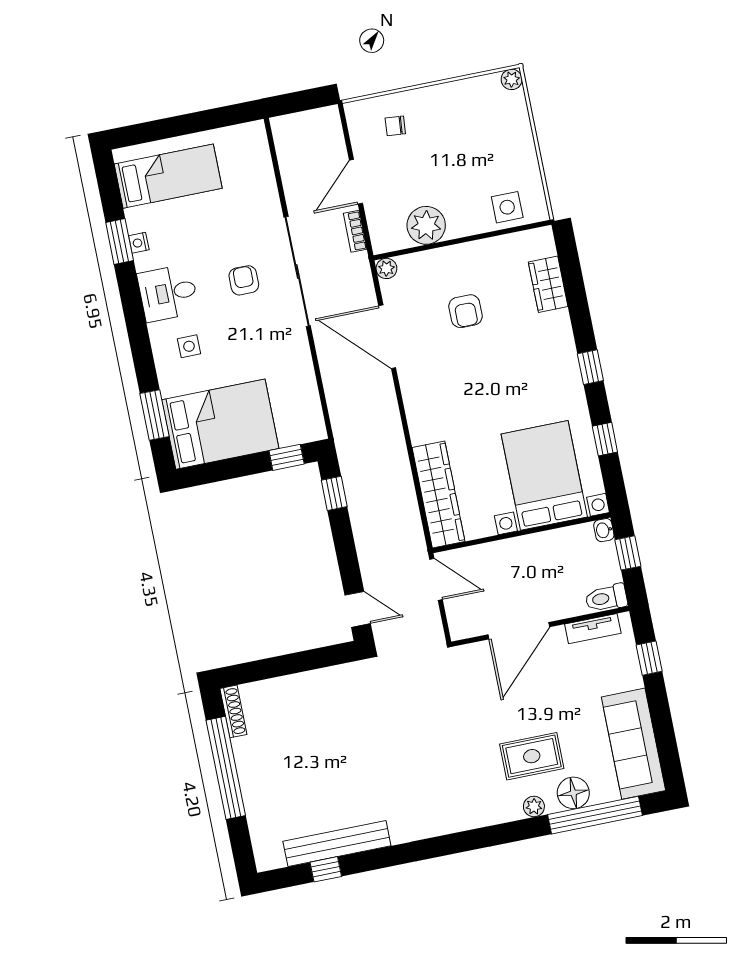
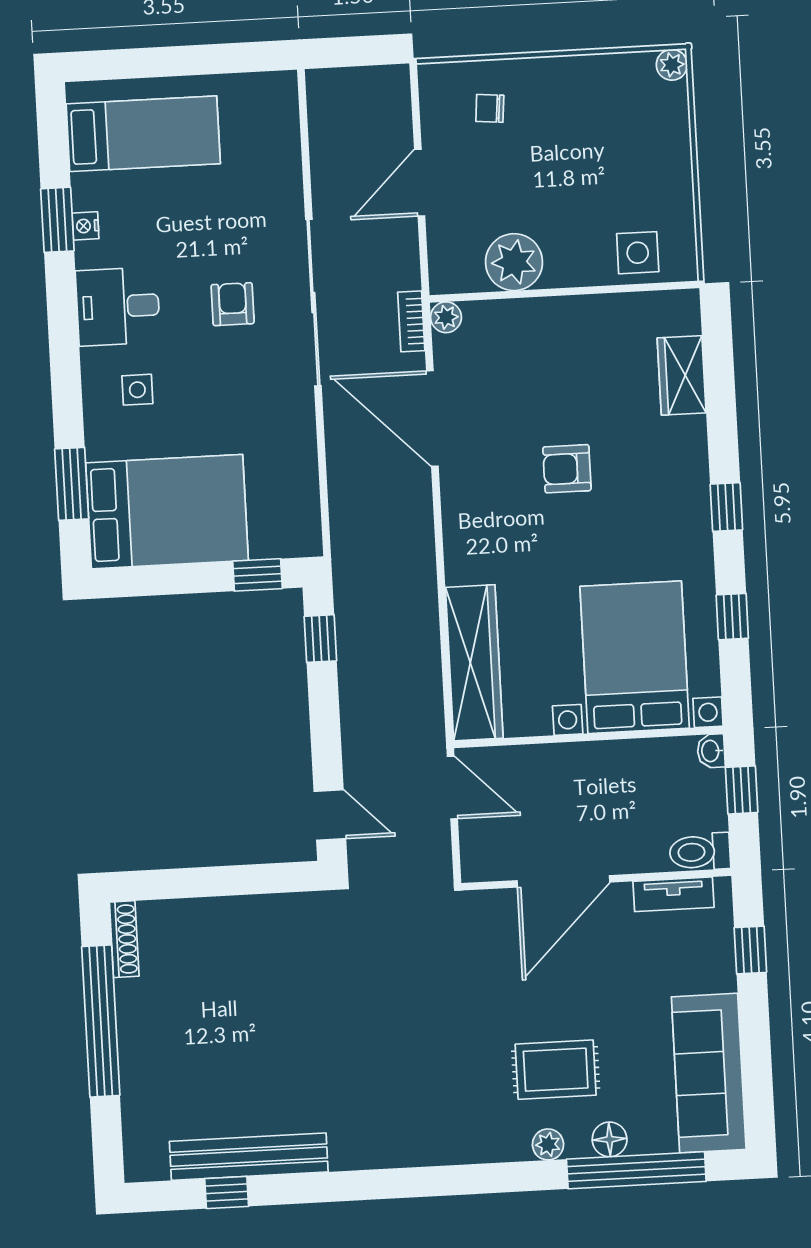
bookcase: (355, 231) -> (411, 321), moved
armchair: (466, 311) -> (567, 469), moved, turned 90
floor lamp: (573, 793) -> (610, 1139), width x0.73, depth x0.73

